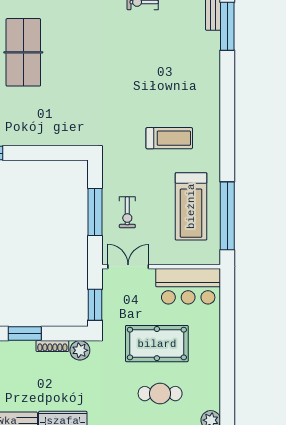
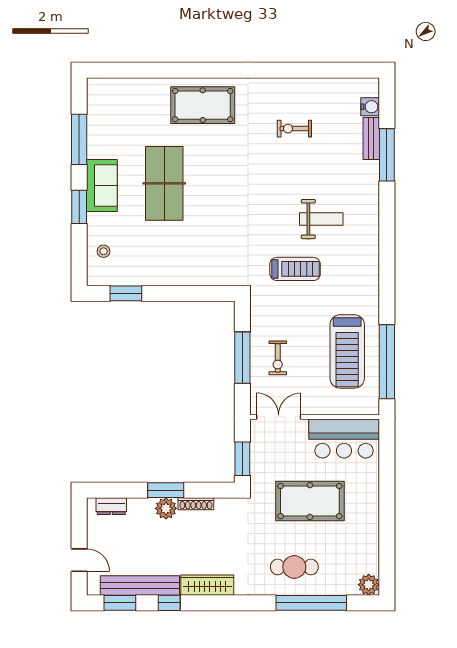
weight bench: (167, 85) -> (321, 219), added
treadmill: (169, 138) -> (295, 269), moved
plant: (80, 350) -> (166, 508), moved
cafe table: (160, 394) -> (294, 567), moved

